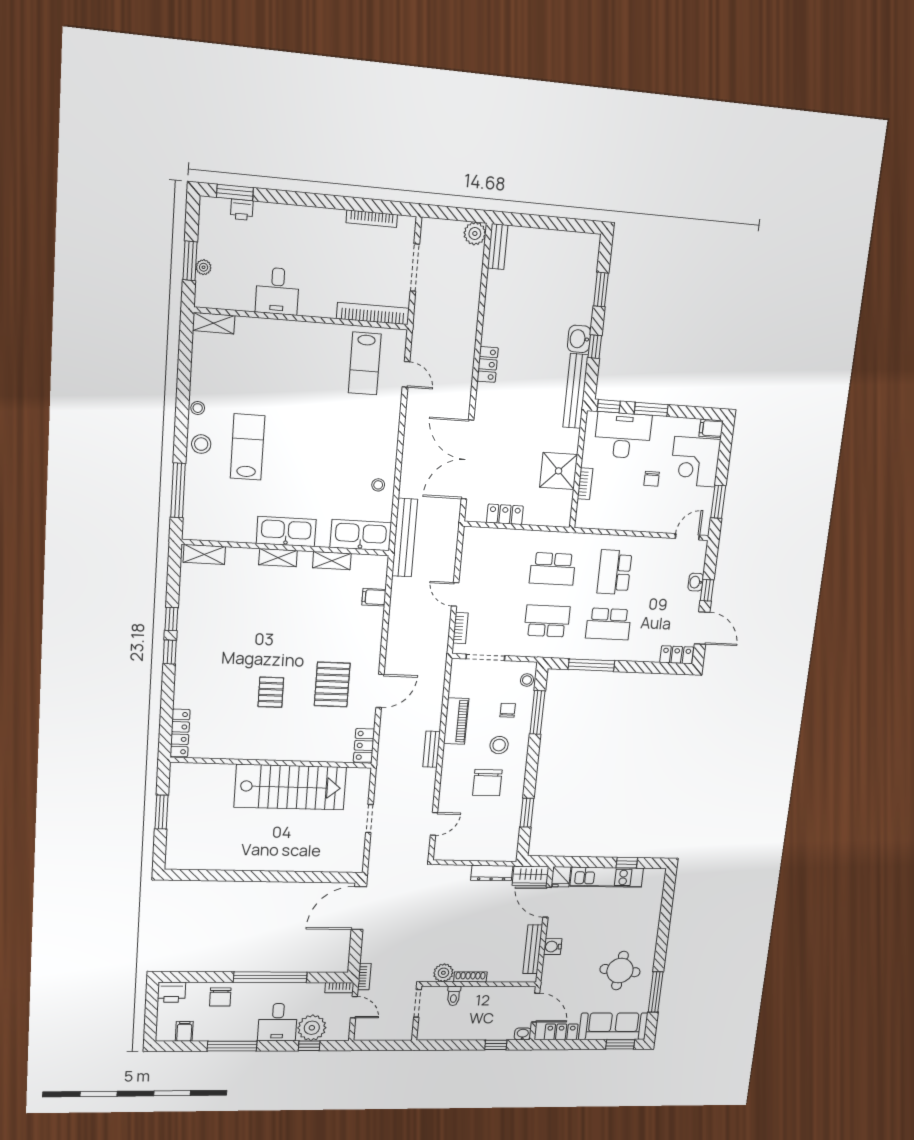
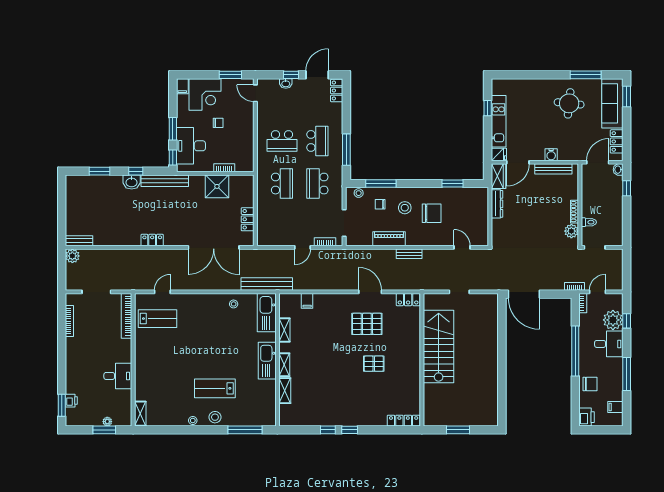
shelving: (204, 554) -> (285, 391), moved

